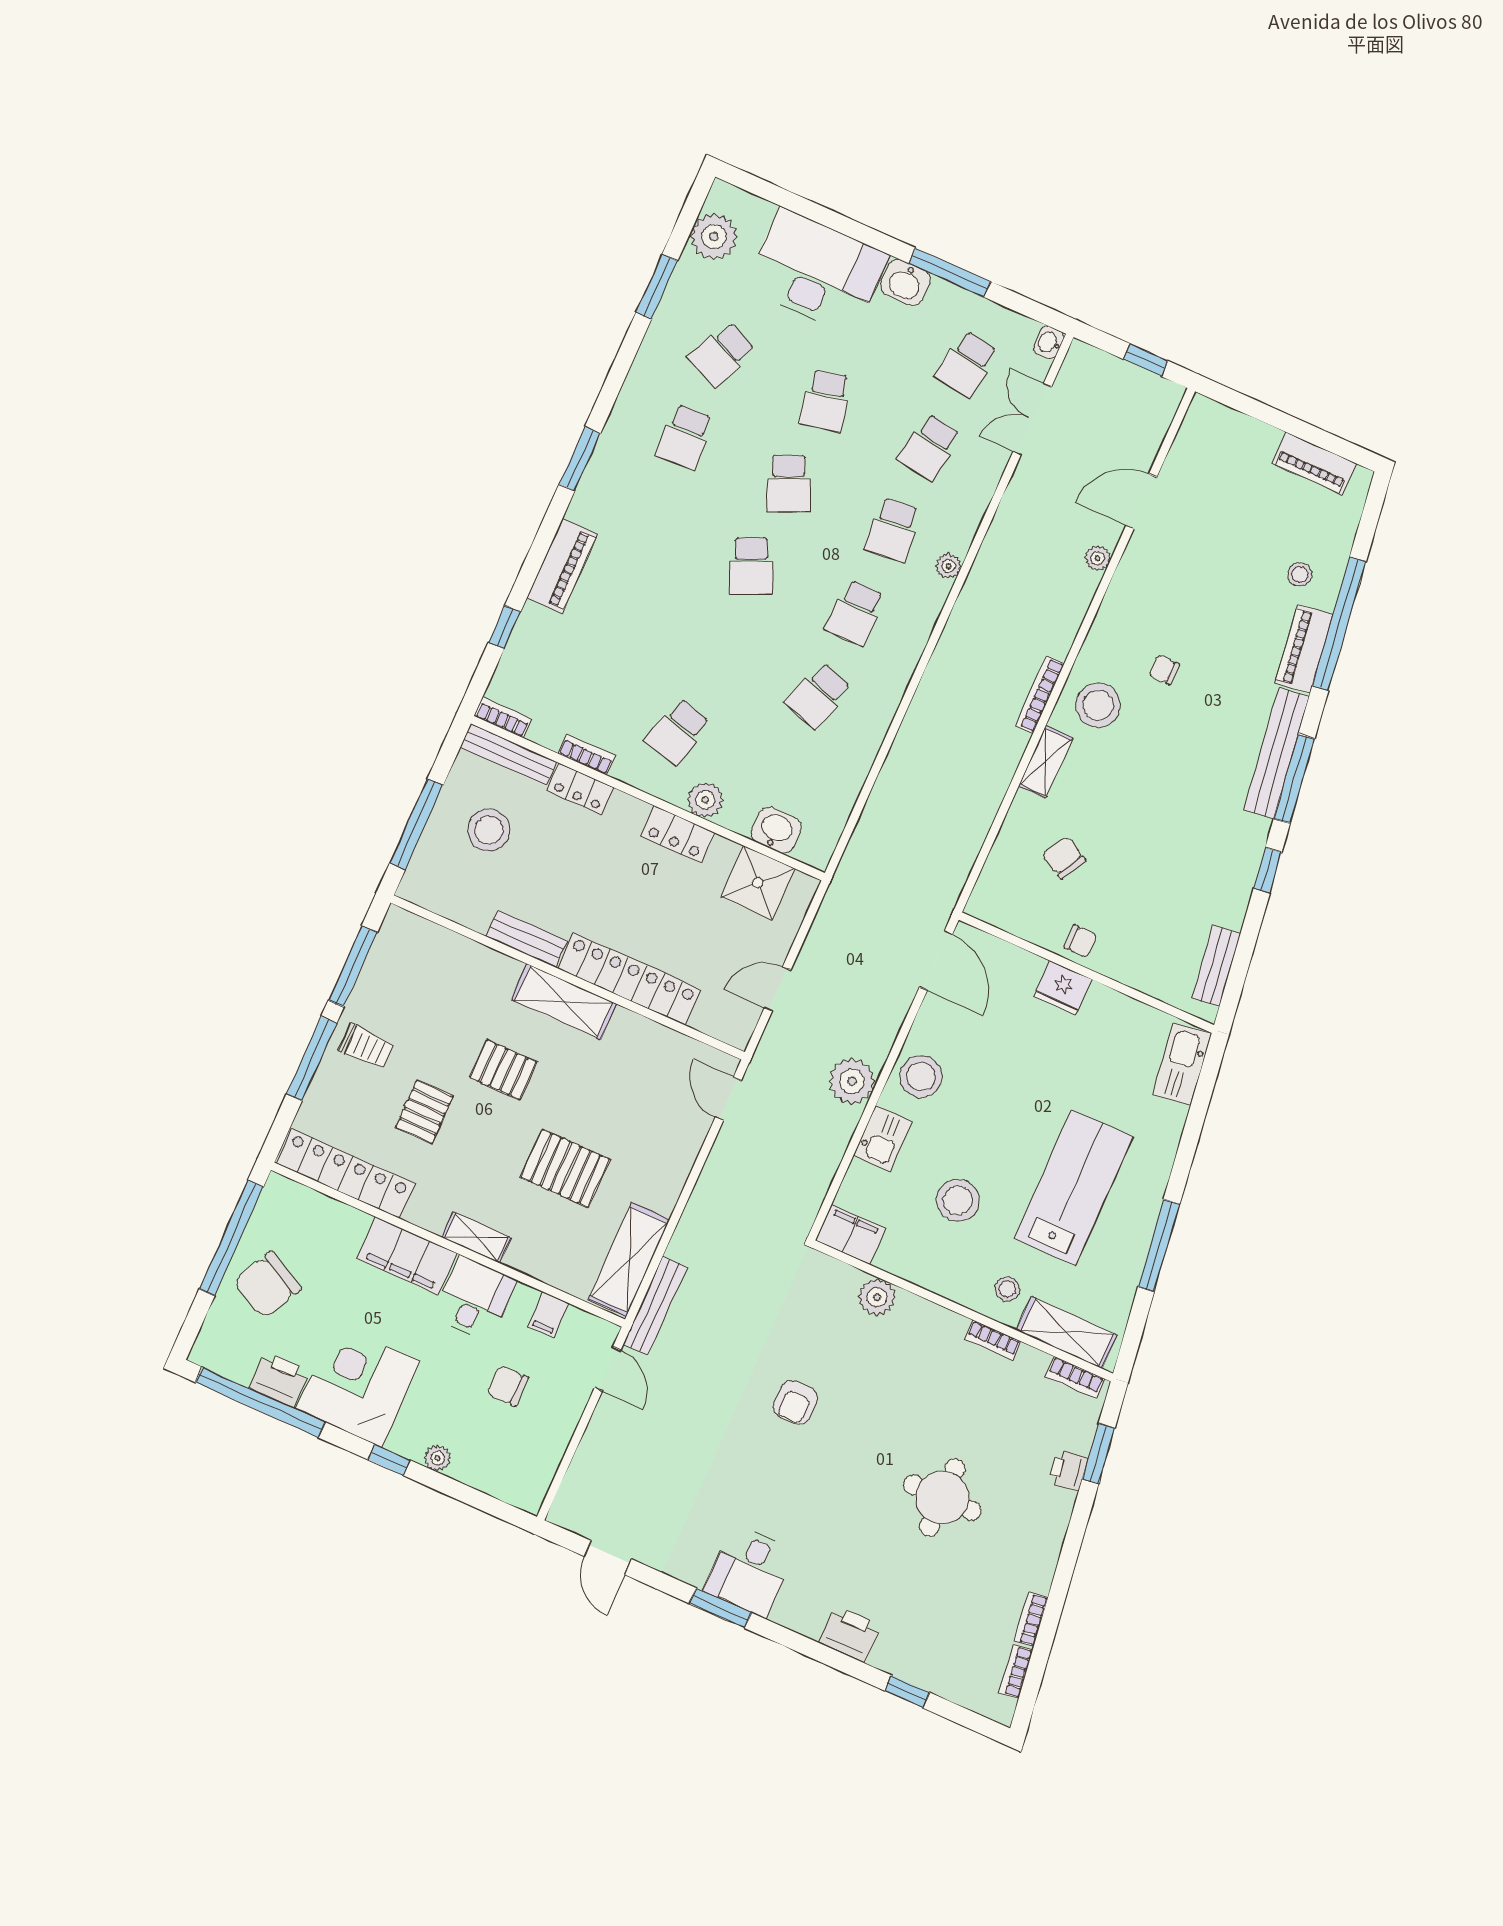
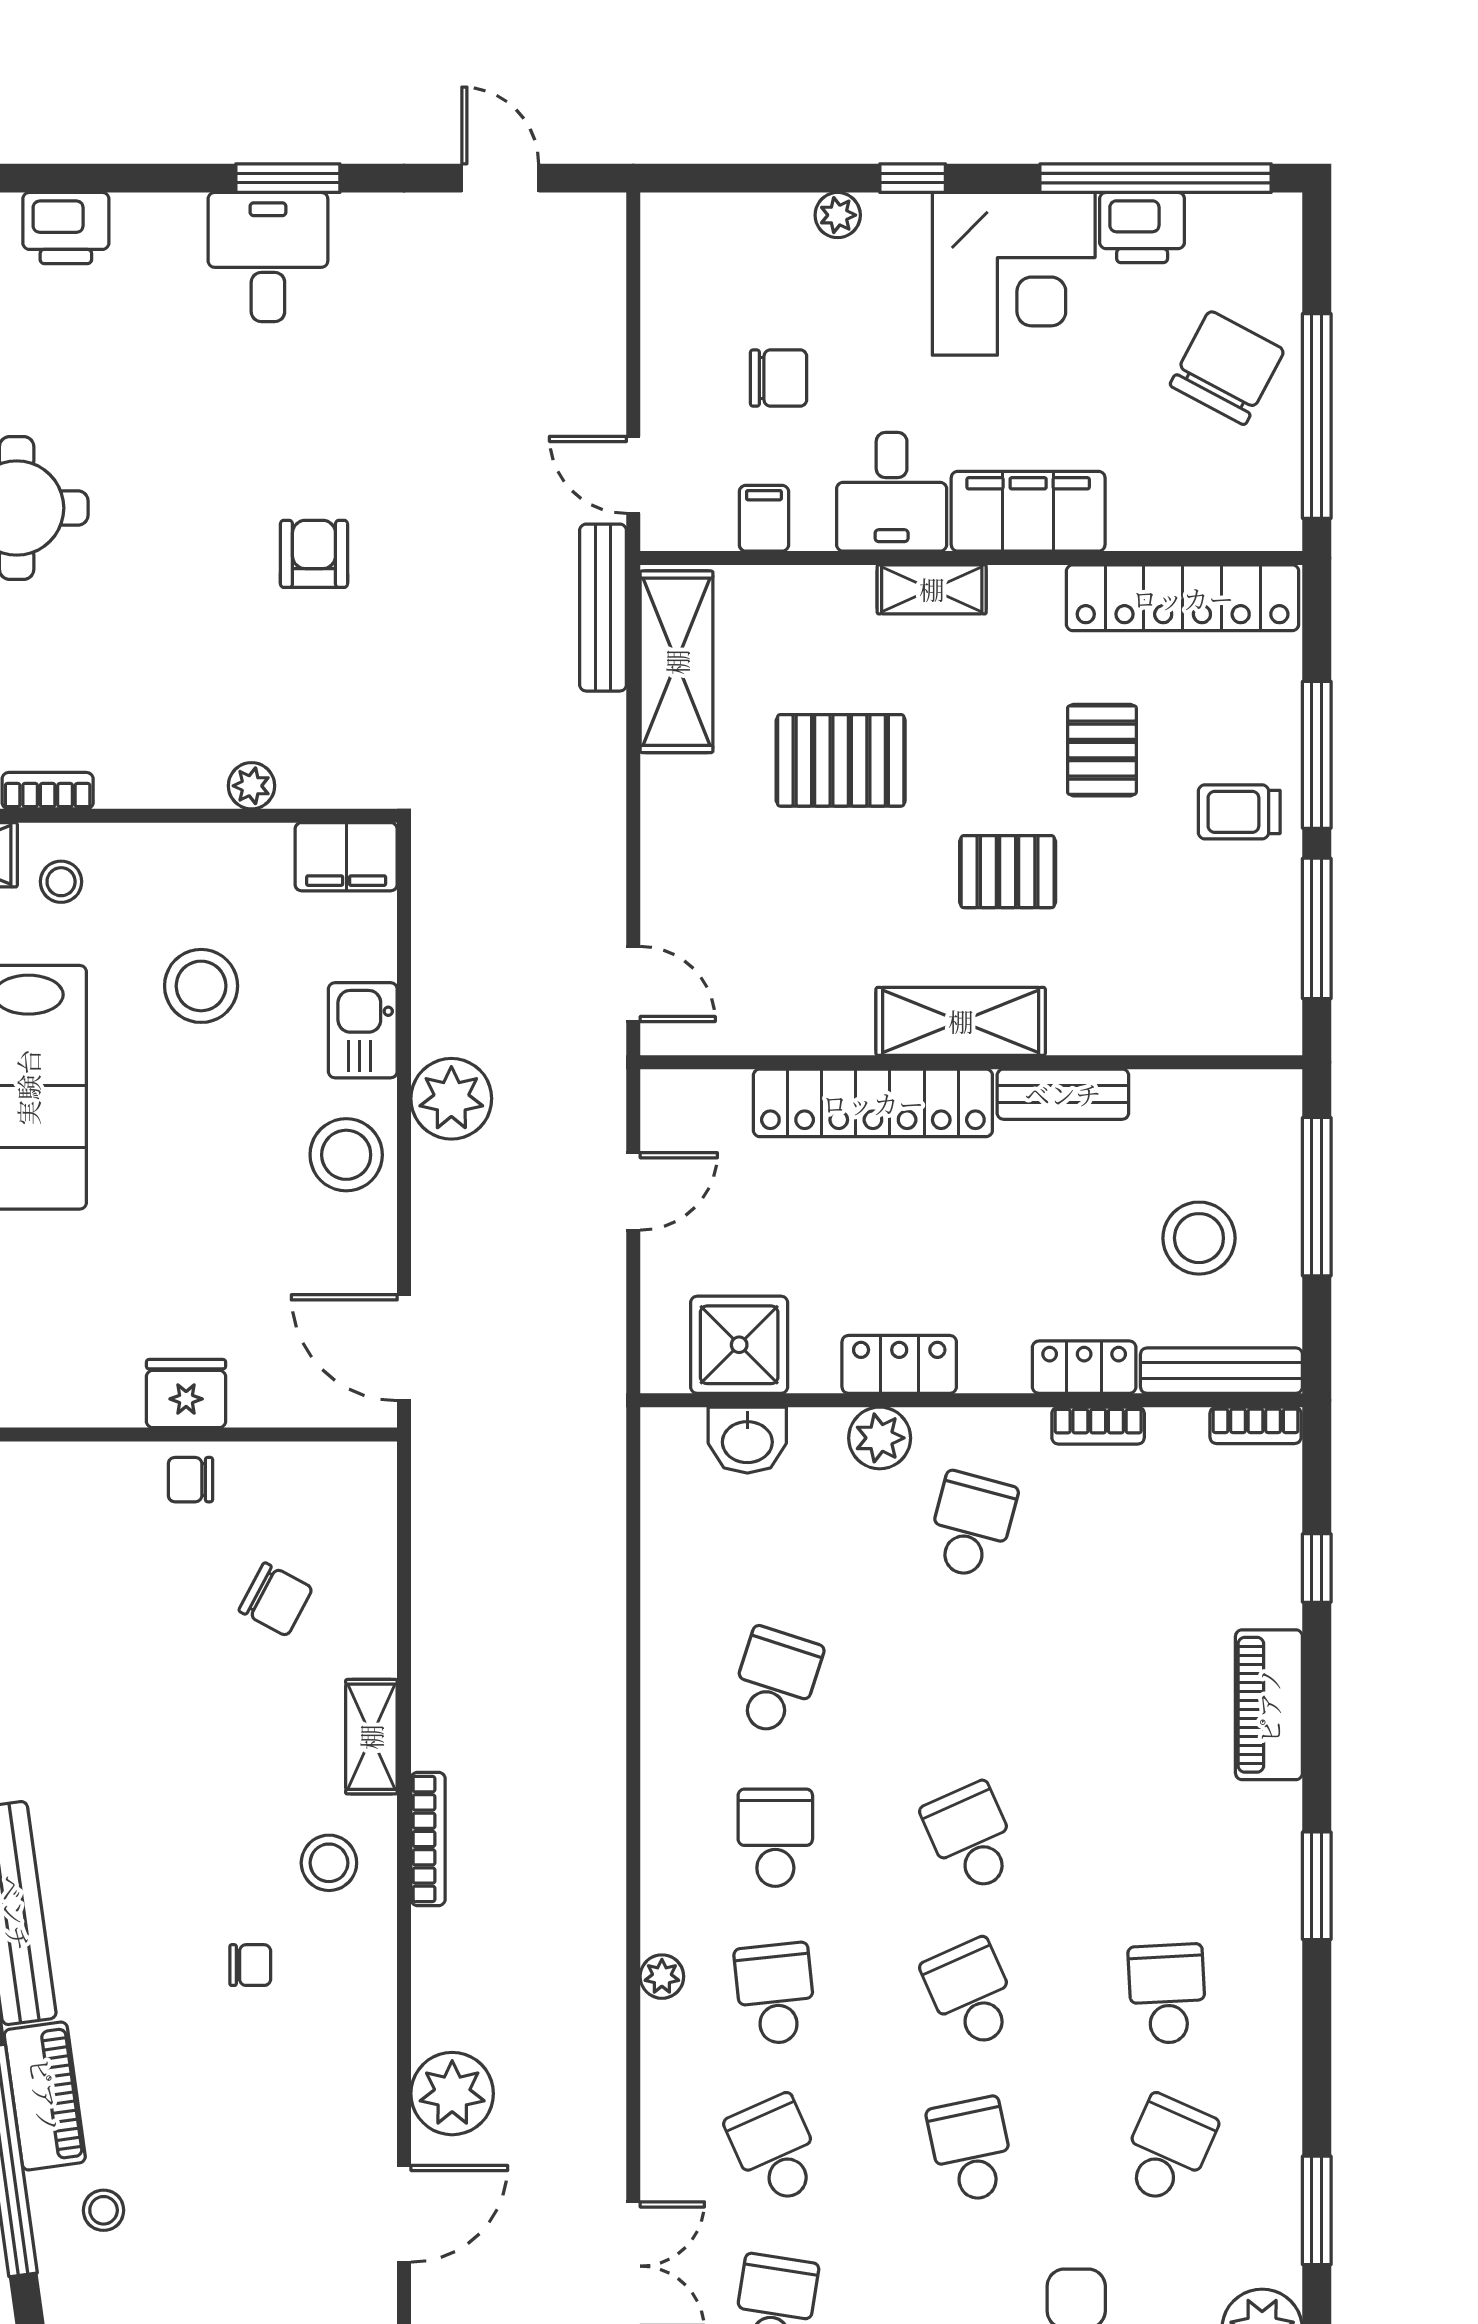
school desk: (929, 447) -> (775, 2150), turned -33
plant: (1098, 558) -> (452, 2094), width x1.88, depth x1.88
stool: (1098, 705) -> (329, 1863), width x0.73, depth x0.73
plant: (877, 1297) -> (251, 786), width x0.73, depth x0.73

